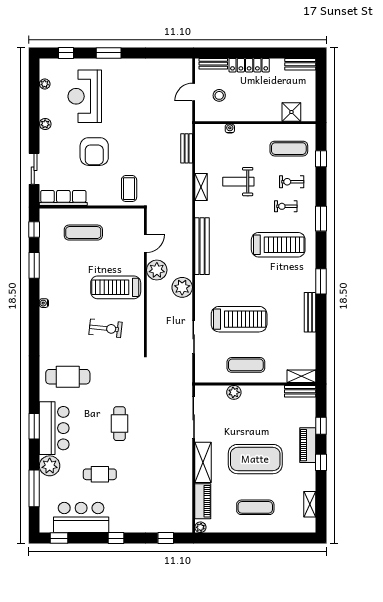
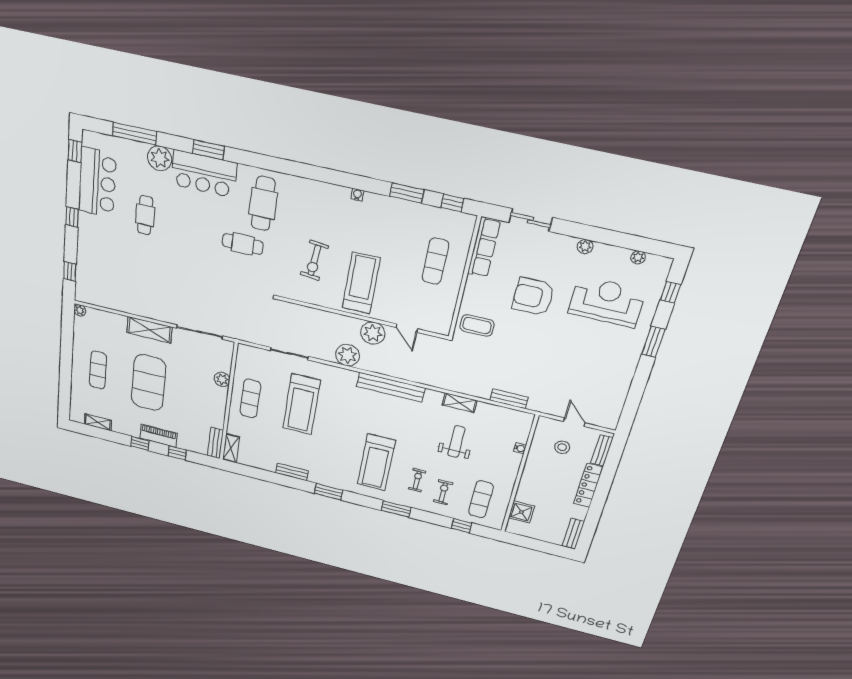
bench: (310, 312) -> (292, 472), width x0.73
cafe table: (120, 424) -> (243, 244), moved
piano: (203, 501) -> (108, 319), removed

